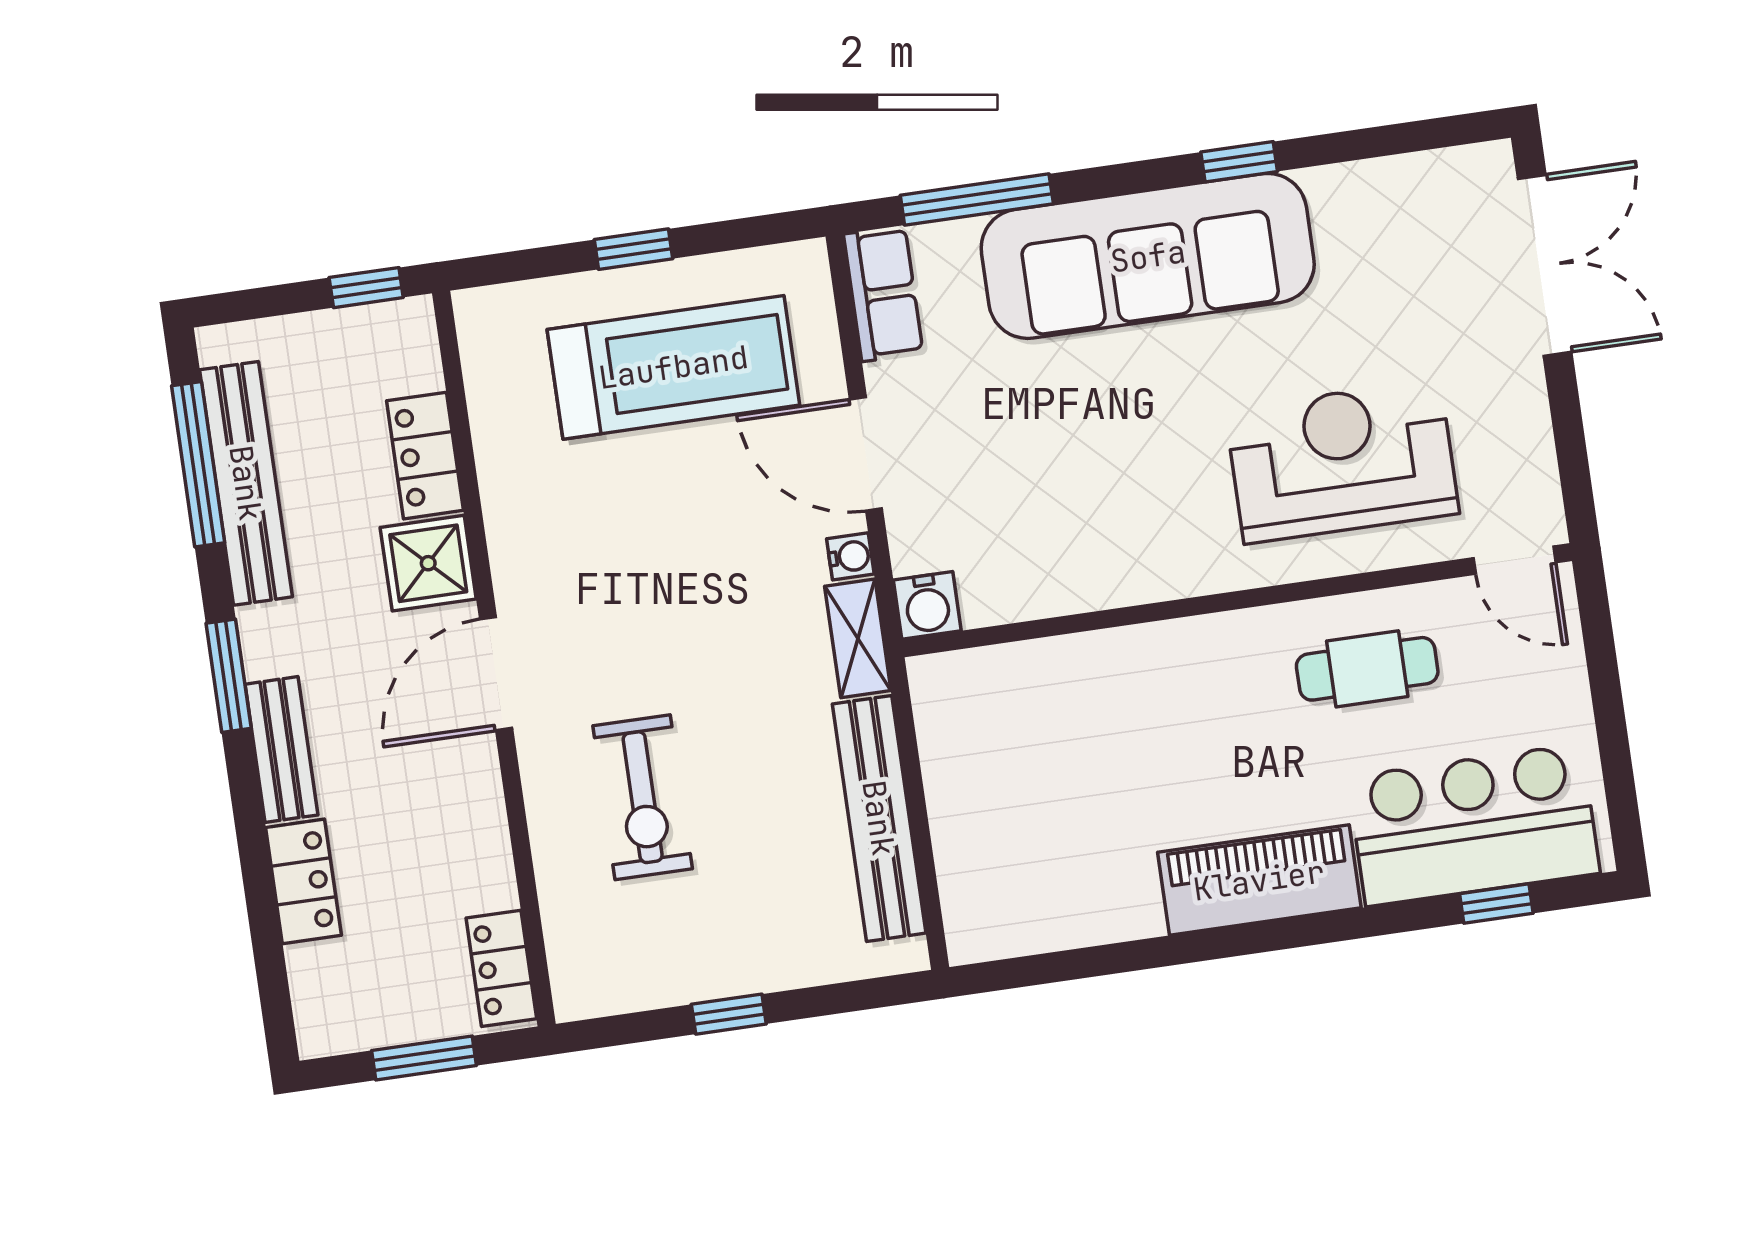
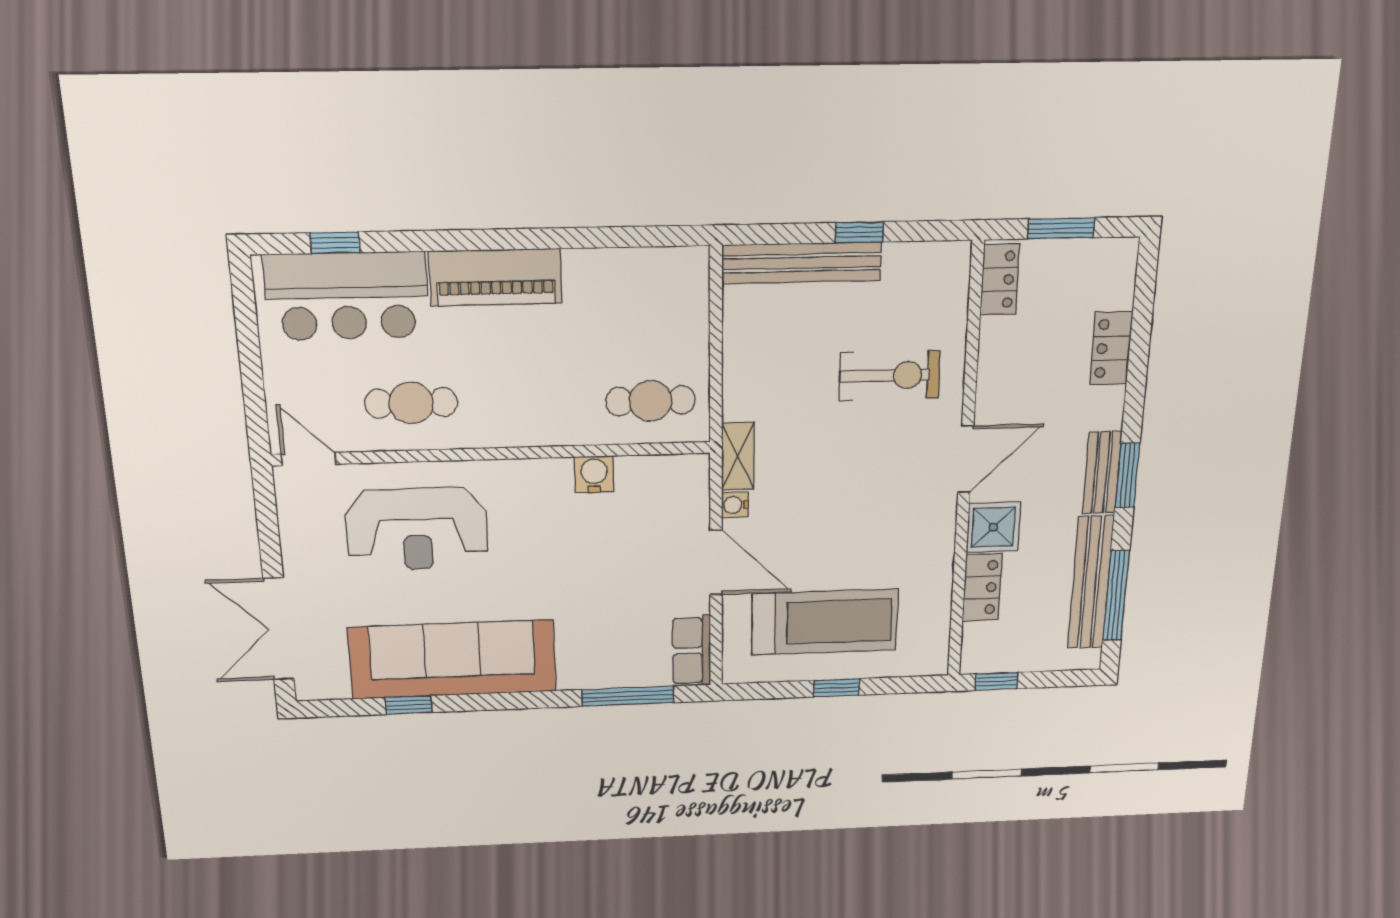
window: (1239, 162) -> (409, 705), moved
sofa: (1148, 256) -> (453, 659), moved
treadmill: (673, 367) -> (825, 622), turned 180
water cooler: (927, 605) -> (594, 474), moved
cafe table: (1006, 714) -> (650, 401), added
bench: (281, 750) -> (1102, 473), moved
exercise bike: (643, 797) -> (890, 375), turned 90
bench: (879, 818) -> (801, 263), moved, turned 90

